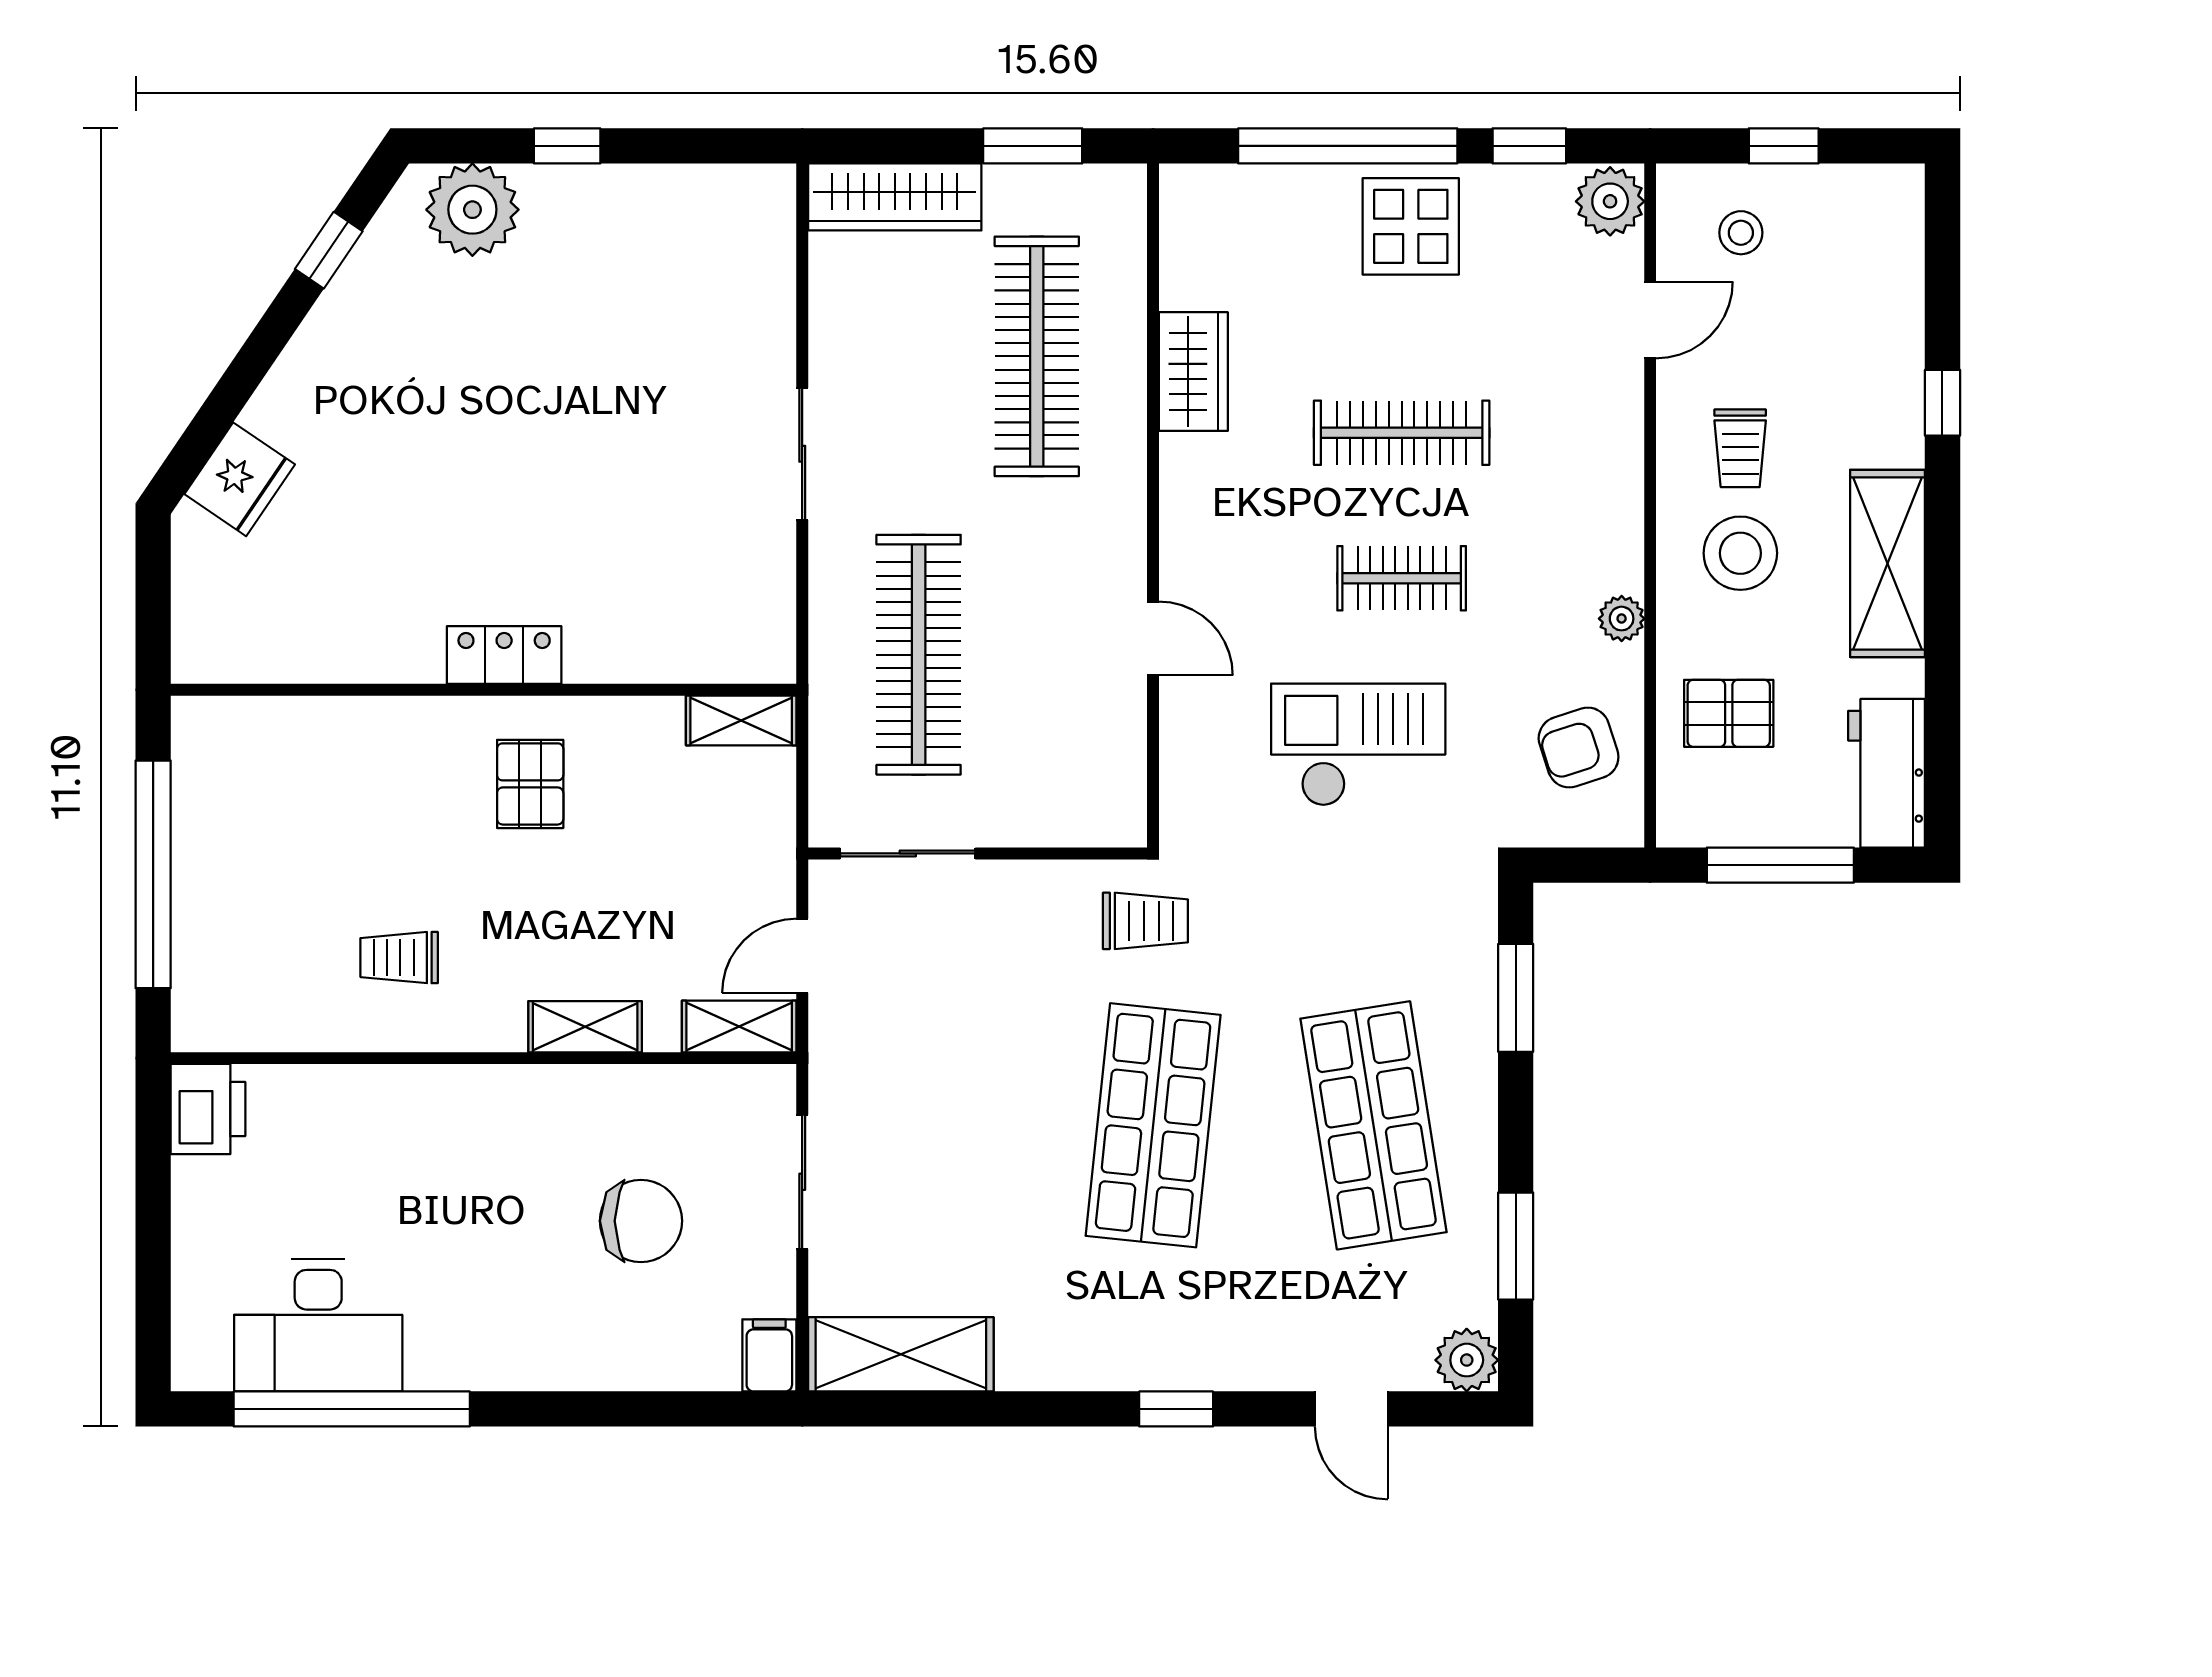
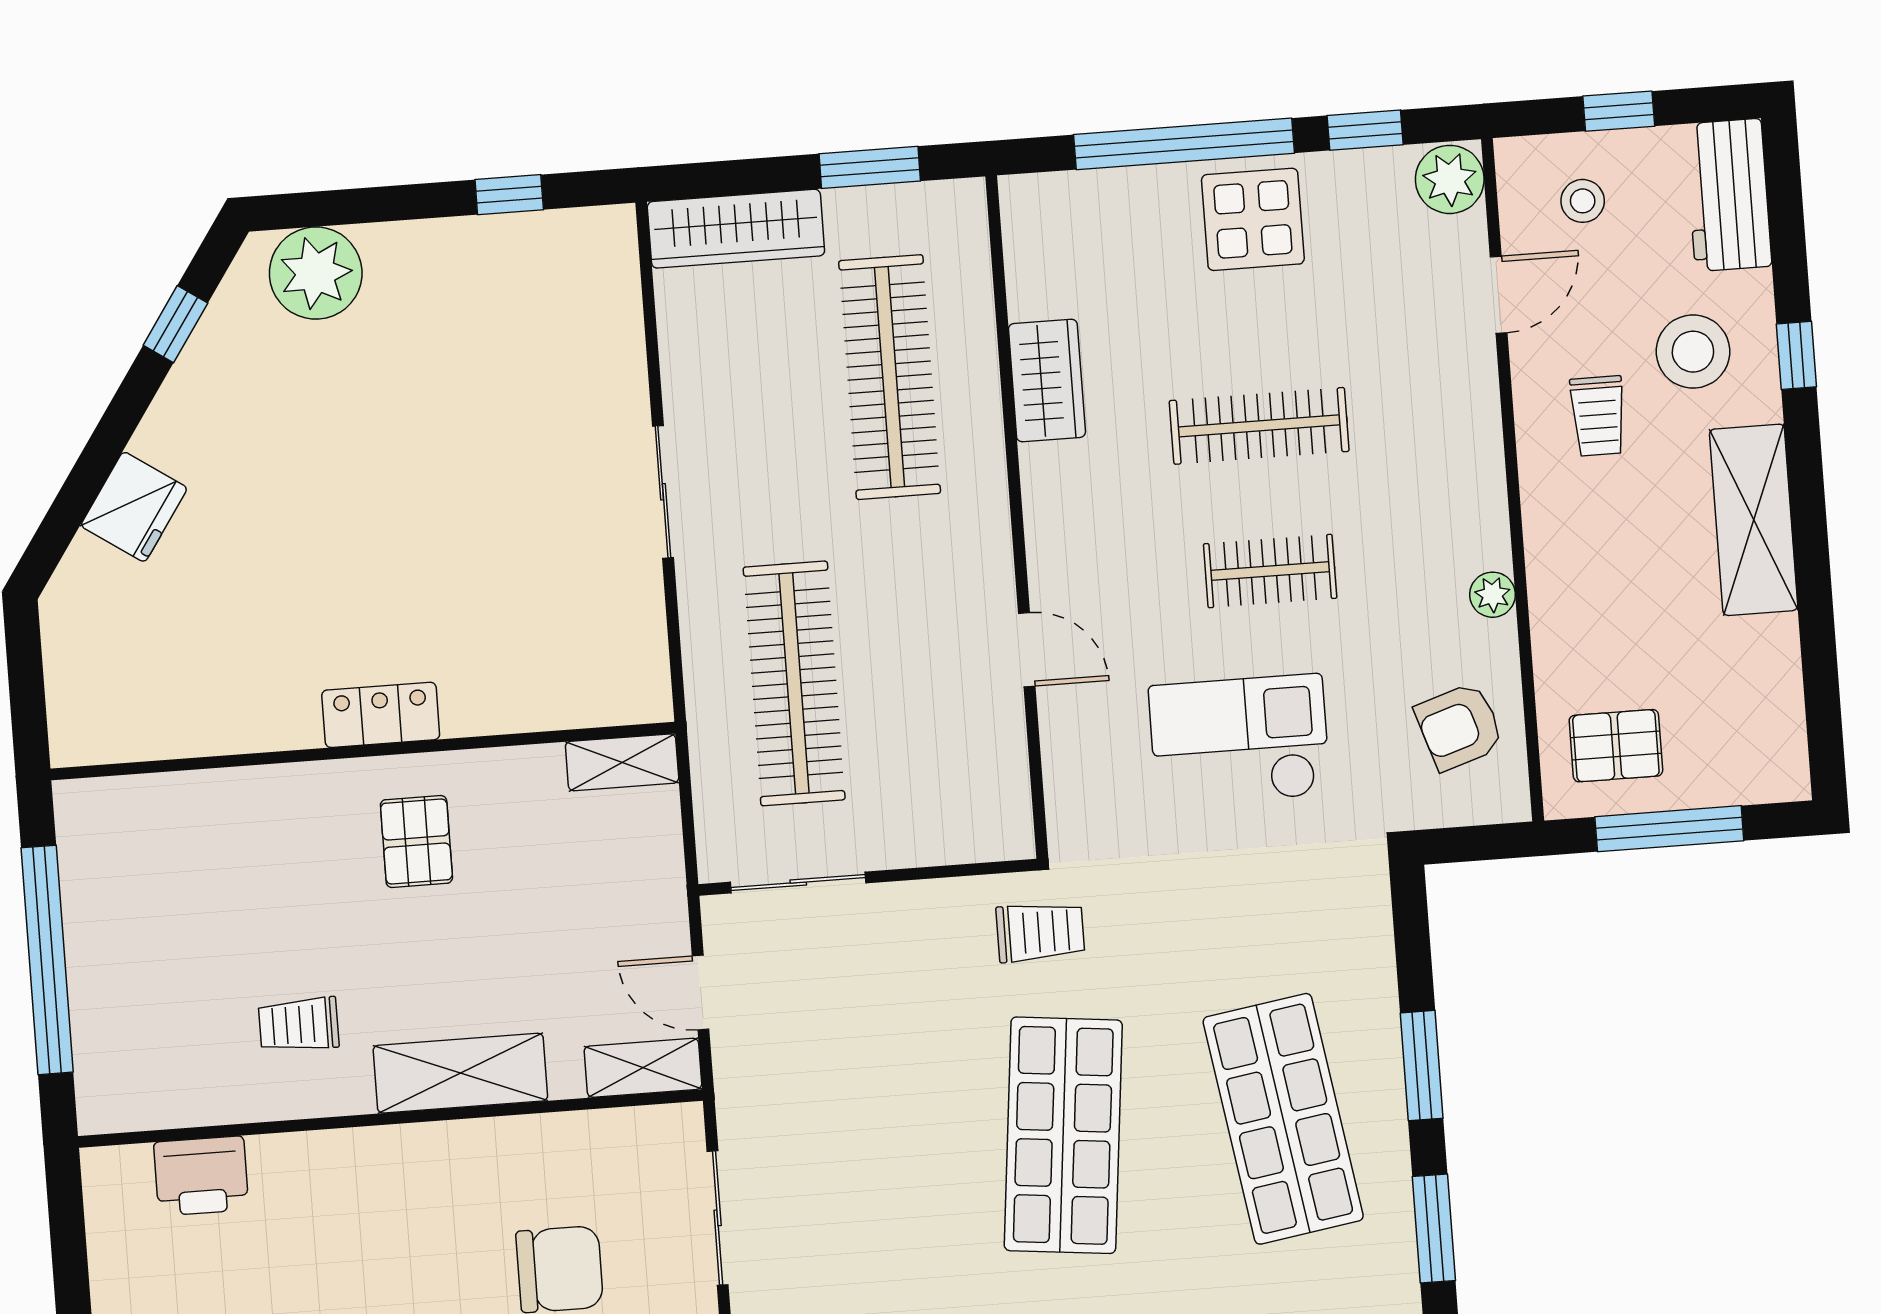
window: (567, 146) -> (509, 195), moved
fridge: (240, 479) -> (134, 507), moved
stool: (1740, 553) -> (1693, 352), moved
pallet: (1729, 713) -> (1616, 746), moved
workbench: (1887, 773) -> (1728, 195), moved
door: (802, 956) -> (701, 993), hinge flipped
window: (1516, 998) -> (1422, 1066), moved
shelving: (585, 1027) -> (460, 1073), width x1.50, depth x1.33
printer: (208, 1109) -> (201, 1176), moved, turned 90

